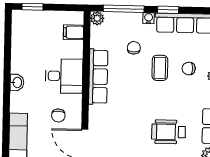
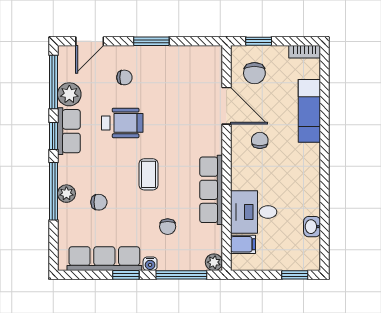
coffee table: (160, 68) -> (148, 174), moved
desk: (64, 76) -> (254, 212), moved
washbasin: (17, 82) -> (312, 227), moved

